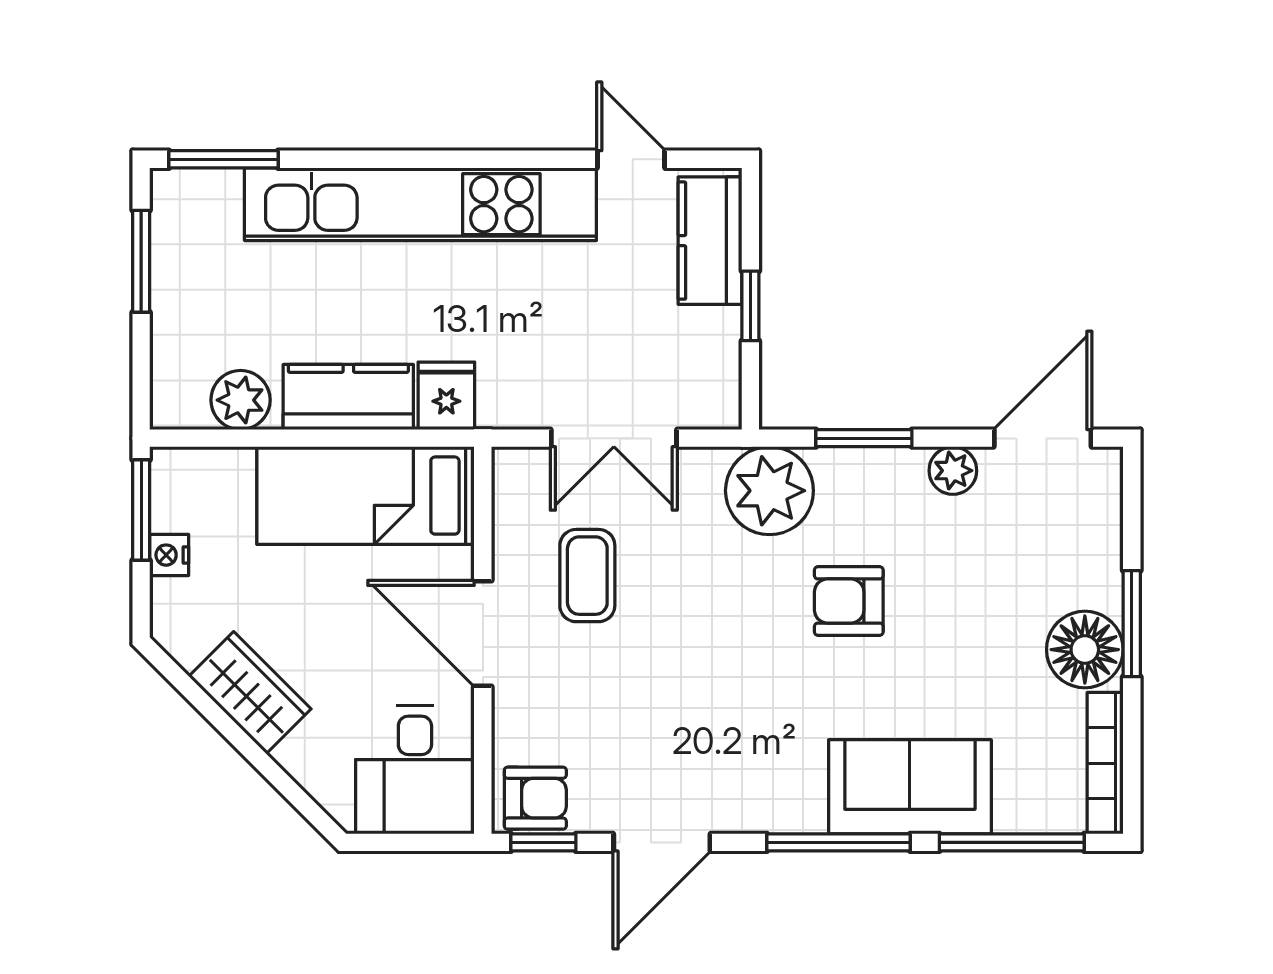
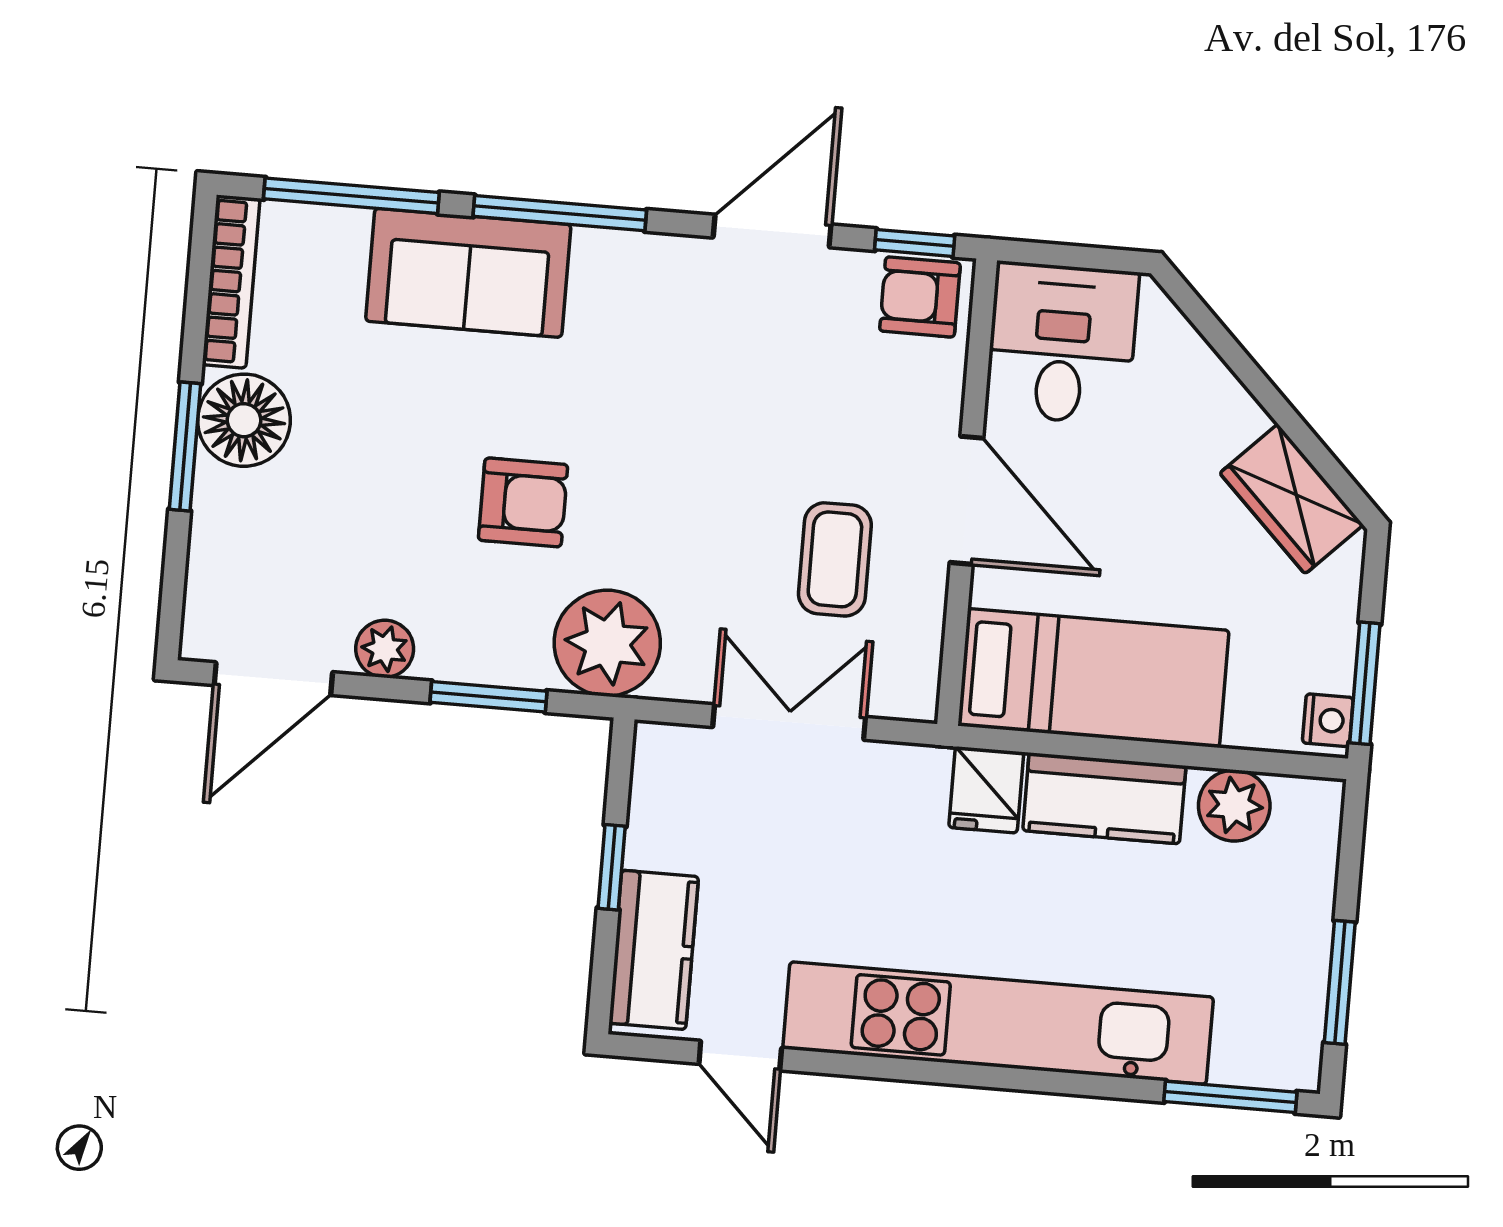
nightstand: (169, 555) -> (1328, 720), moved
wardrobe: (250, 693) -> (1292, 499), moved

